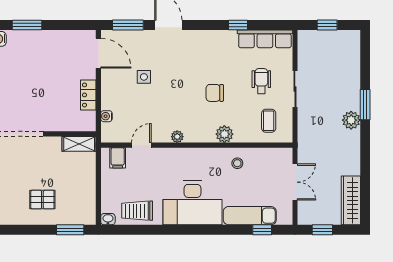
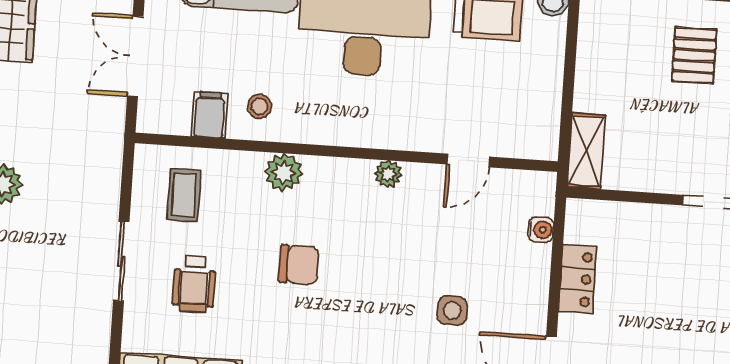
shelving: (79, 144) -> (586, 151), moved, turned 90
filing cabinet: (118, 158) -> (209, 115), moved
pallet: (42, 200) -> (694, 55), turned 90

